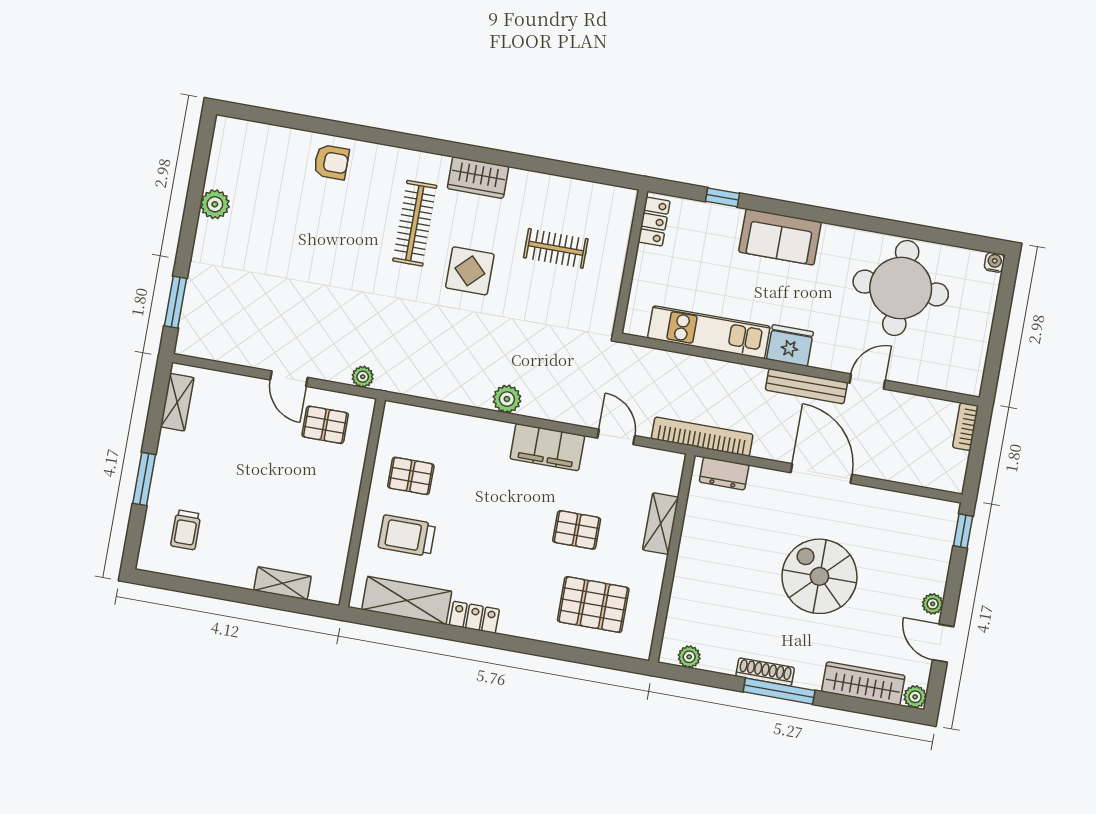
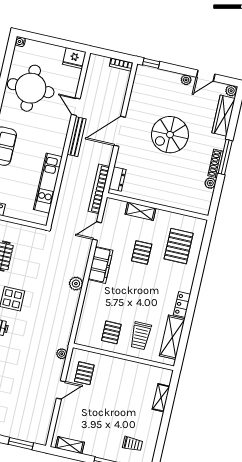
fridge: (790, 346) -> (74, 58), moved, turned -90
bookcase: (965, 427) -> (121, 65), moved
plant: (689, 657) -> (210, 183), moved

